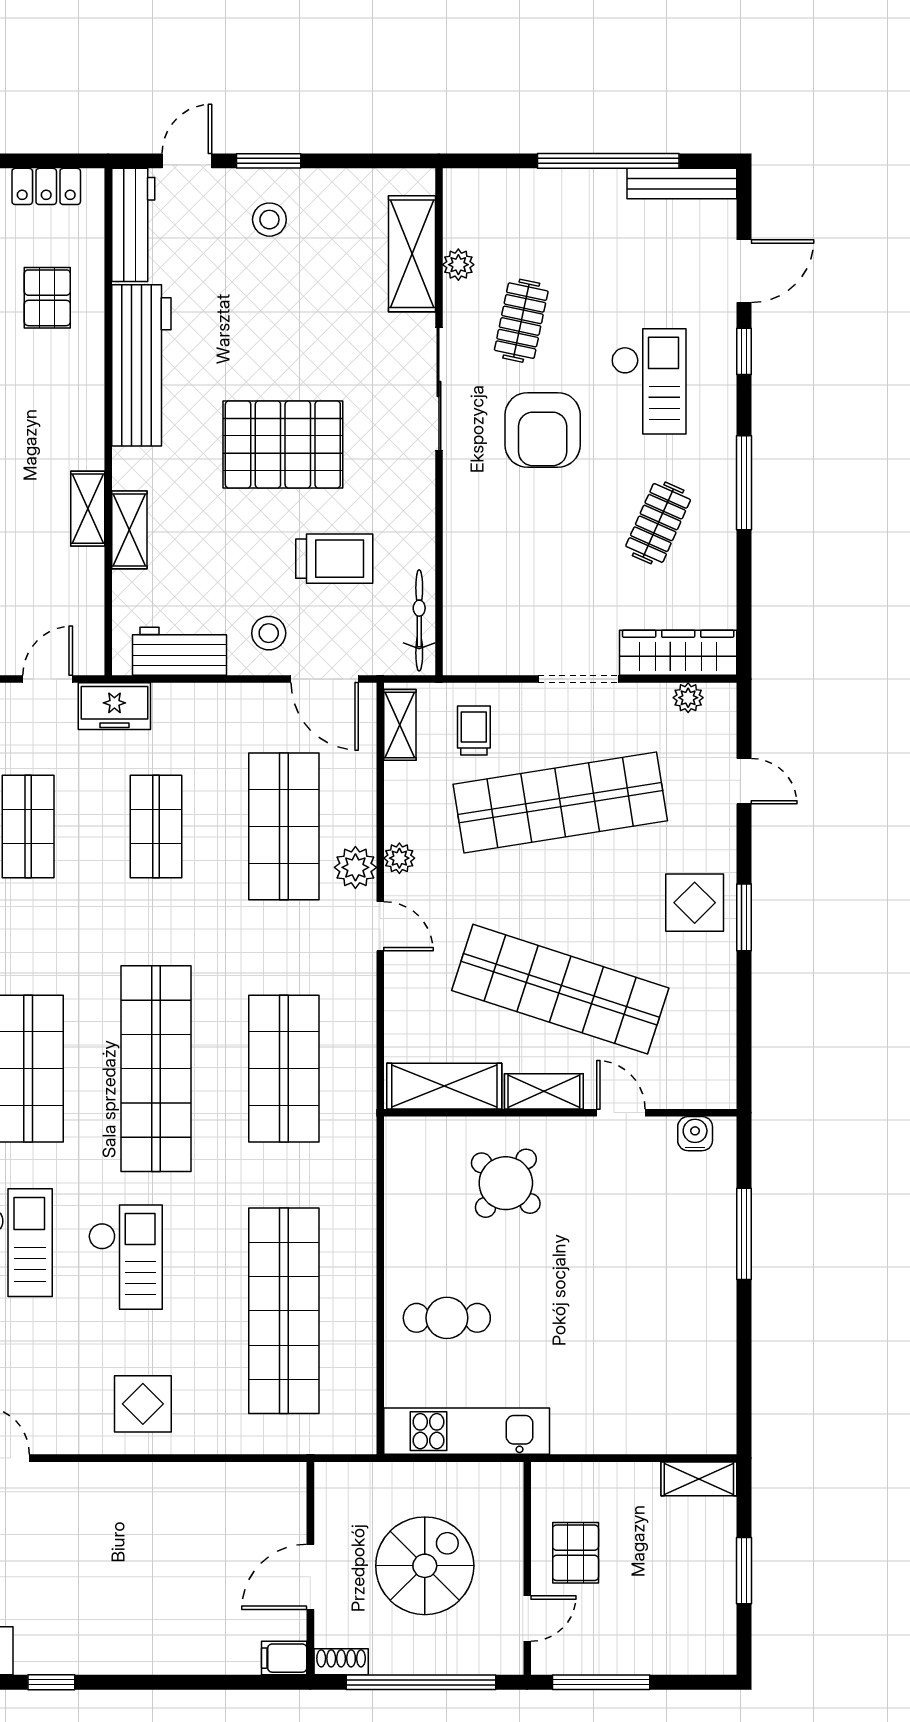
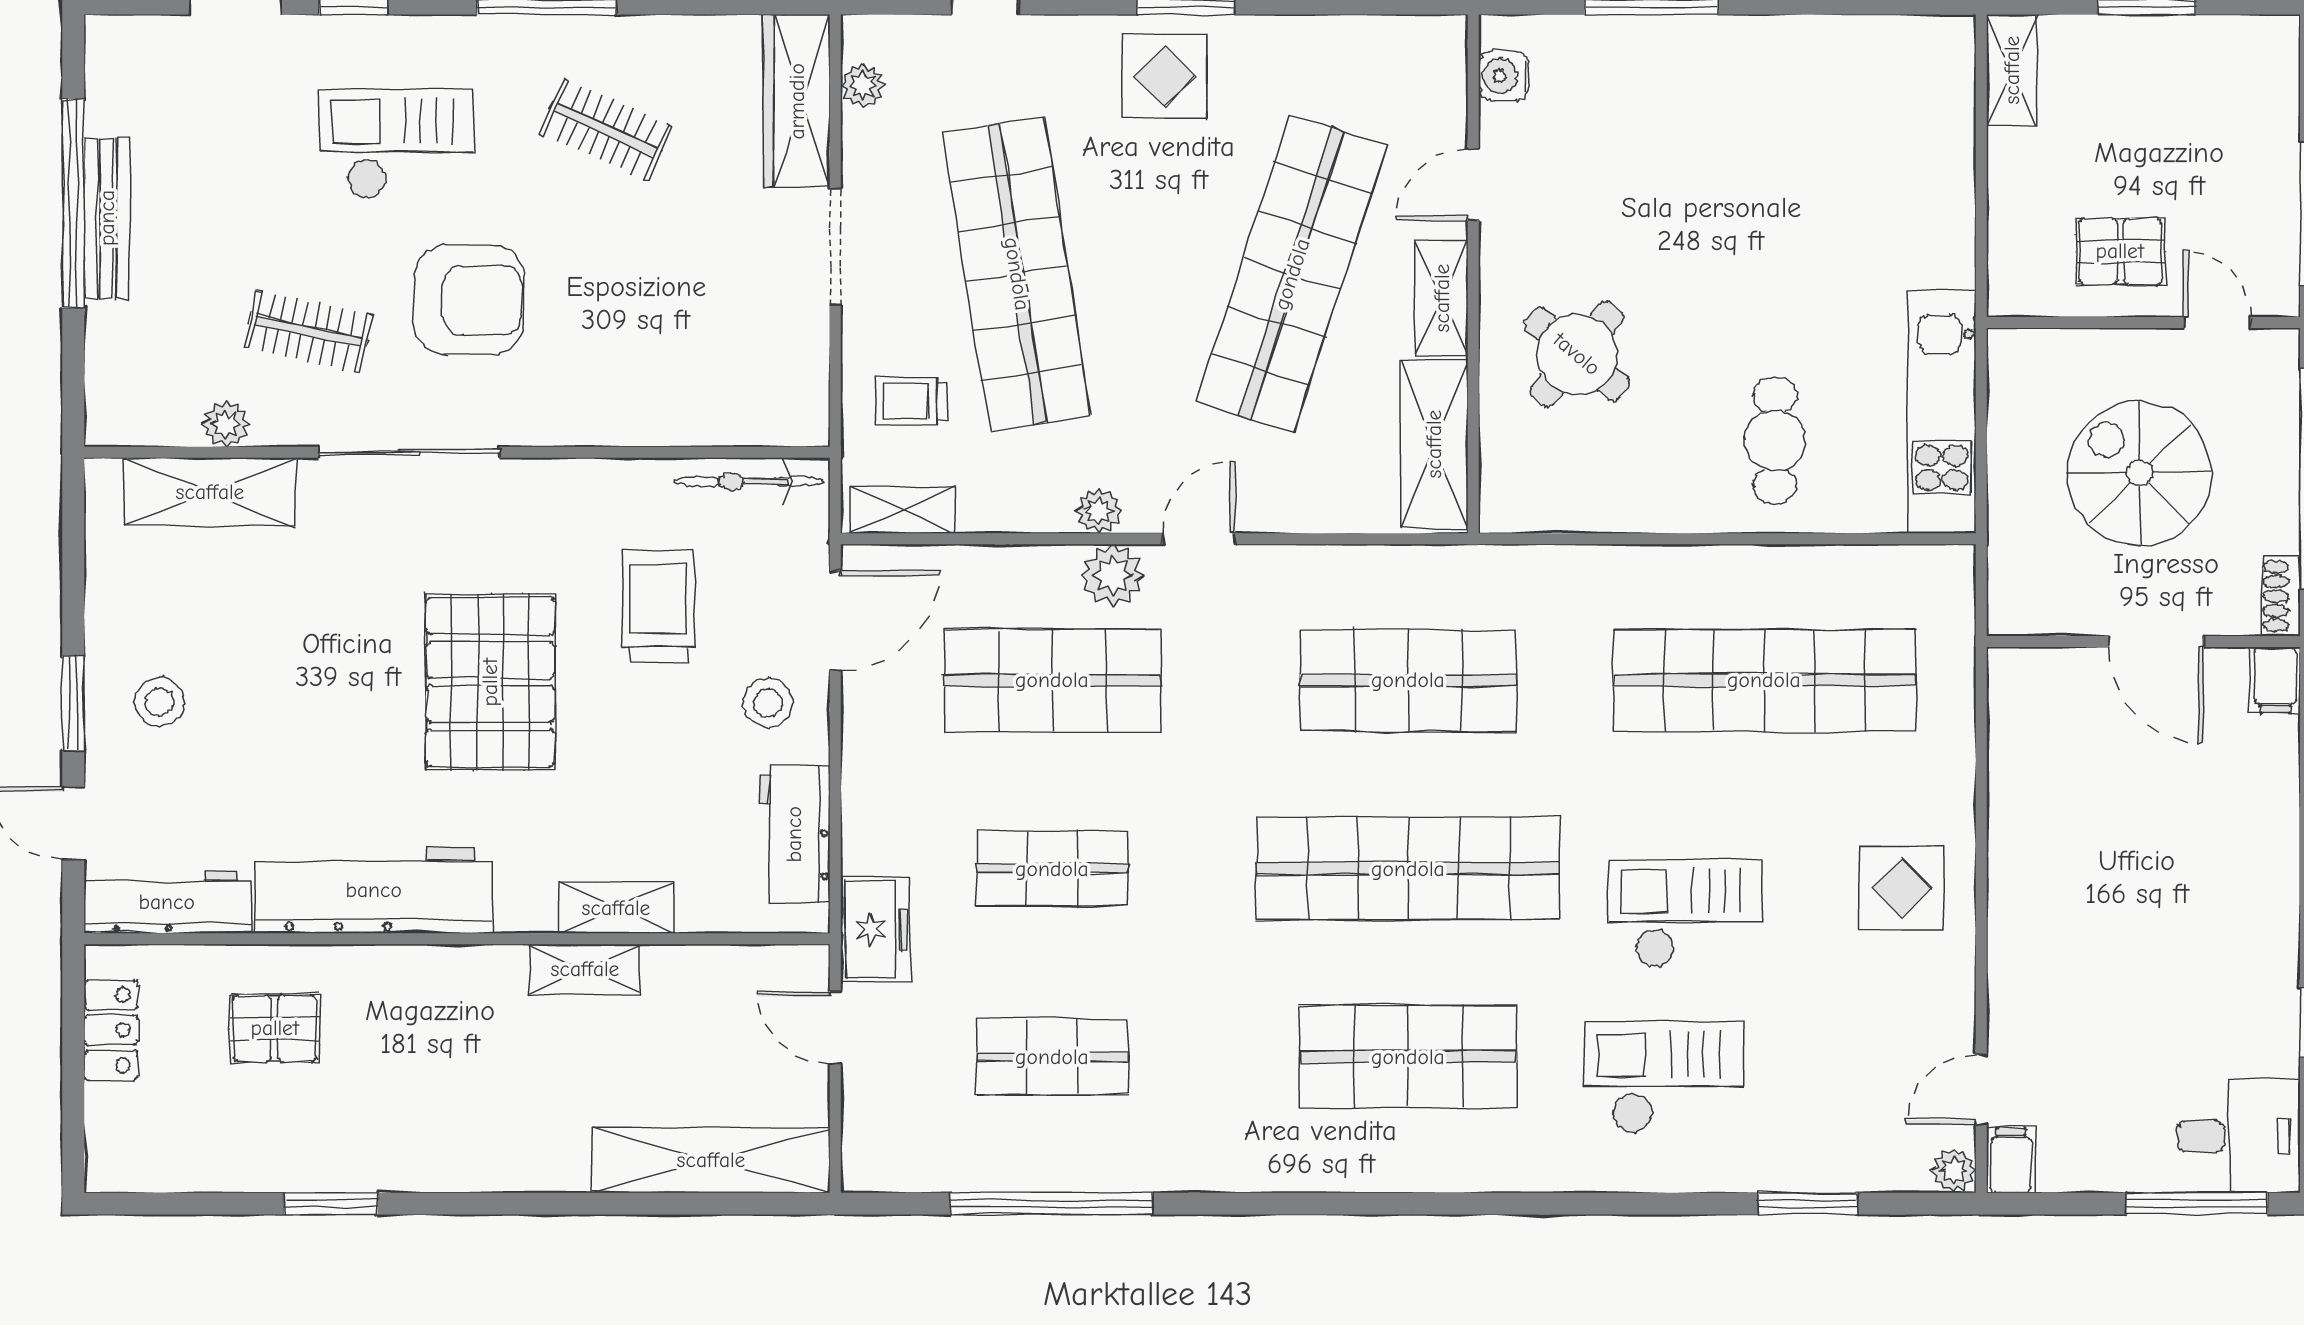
bench: (682, 184) -> (107, 218), moved

